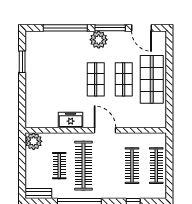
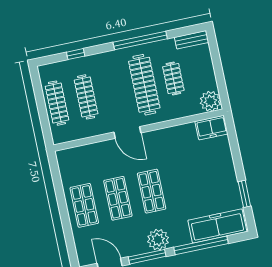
freezer: (49, 41) -> (217, 226), added
shop shelf: (152, 79) -> (84, 205), width x0.70, depth x0.74
freezer: (71, 120) -> (211, 128), moved

